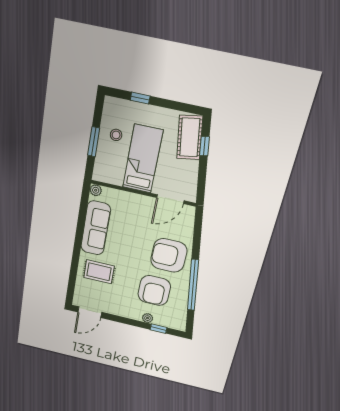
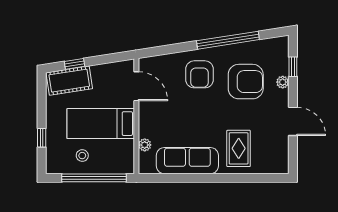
window: (94, 142) -> (94, 178), width x2.11
plant: (96, 190) -> (145, 145), moved
armchair: (169, 255) -> (200, 74), width x0.73, depth x0.73
door: (90, 312) -> (293, 121), moved

